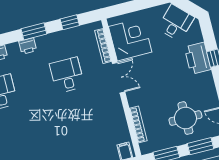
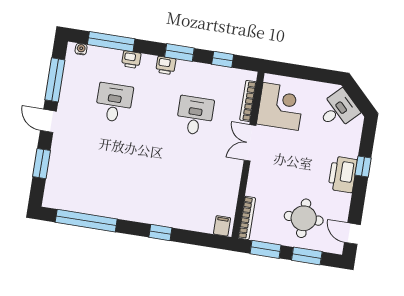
printer: (198, 58) -> (343, 174), moved
double door: (119, 78) -> (250, 143), swing flipped
bookcase: (138, 125) -> (247, 218), moved

